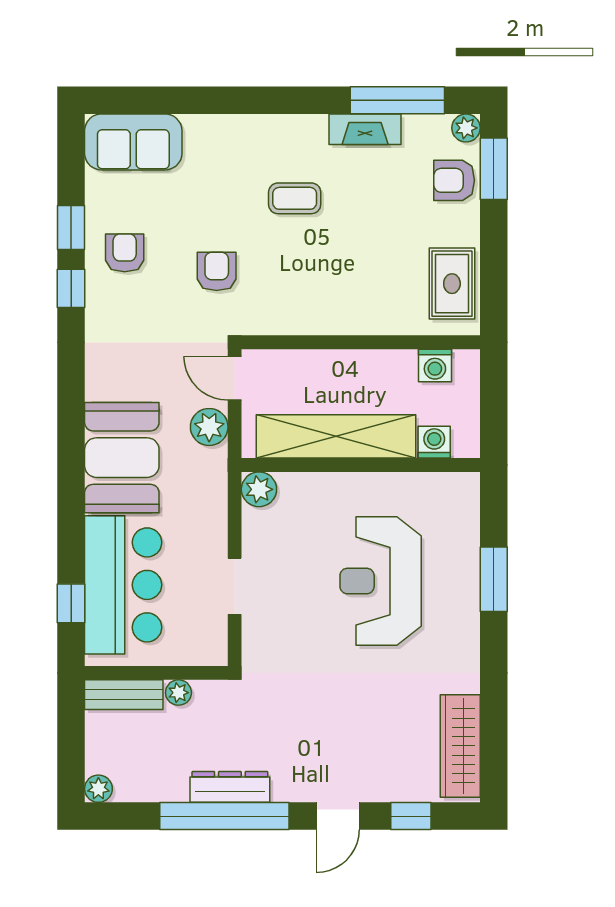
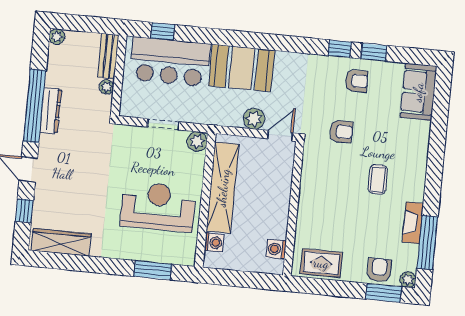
shelving: (336, 436) -> (223, 188), moved
washing machine: (434, 442) -> (214, 243), moved
wall: (361, 465) -> (205, 200), moved
plant: (259, 489) -> (197, 141), moved

